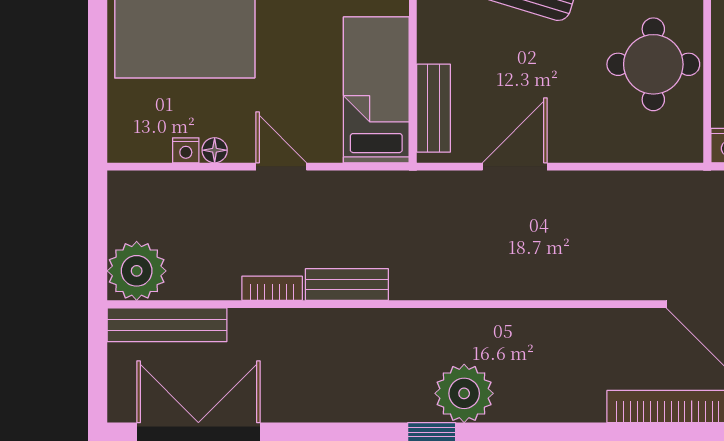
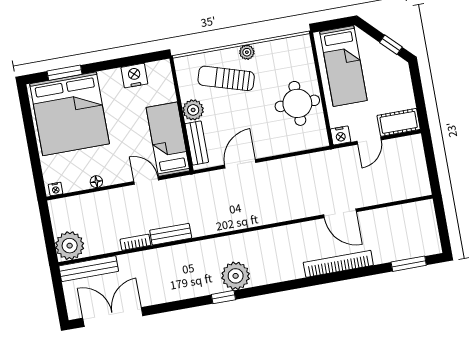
plant: (438, 39) -> (193, 110), added
nightstand: (186, 150) -> (56, 189), moved
door: (281, 167) -> (146, 181), moved

